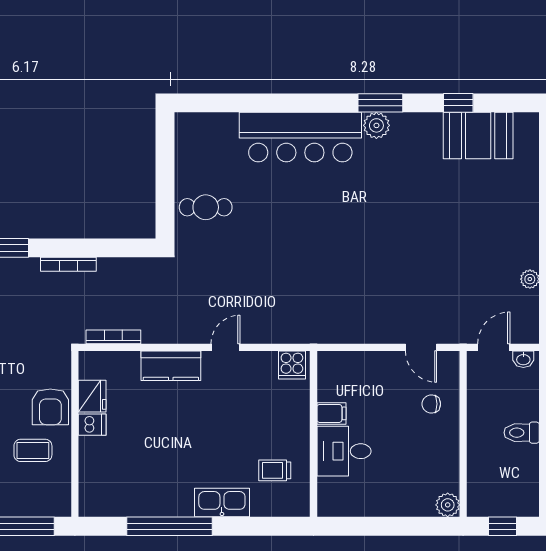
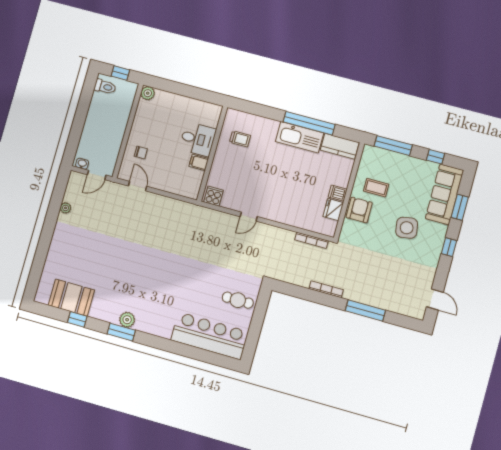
bar counter: (300, 137) -> (209, 336), moved
kitchen counter: (171, 366) -> (340, 146), moved, turned 180
toilet: (522, 433) -> (105, 87), moved
kitchen sink: (222, 502) -> (299, 137), moved, width x1.36, depth x1.24

